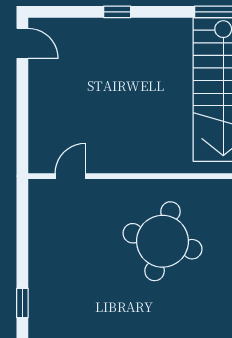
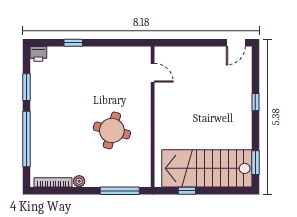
round table: (163, 241) -> (112, 130), width x0.73, depth x0.73

